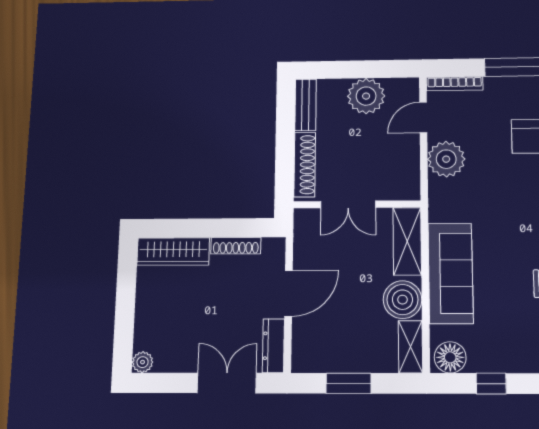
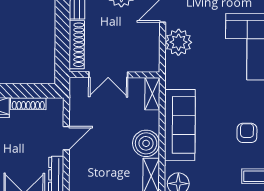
shelving: (407, 241) -> (152, 94), width x0.67, depth x0.75
door: (289, 293) -> (66, 138), width x0.73

